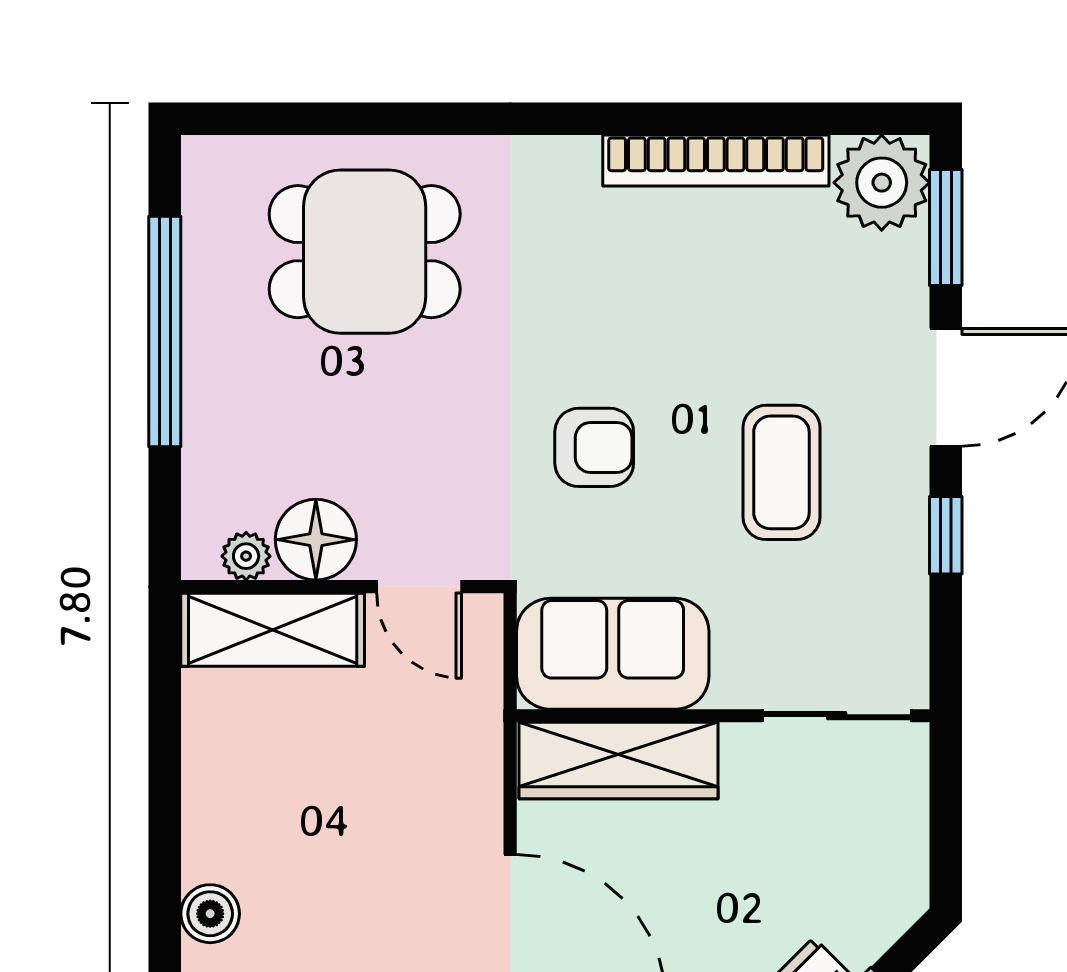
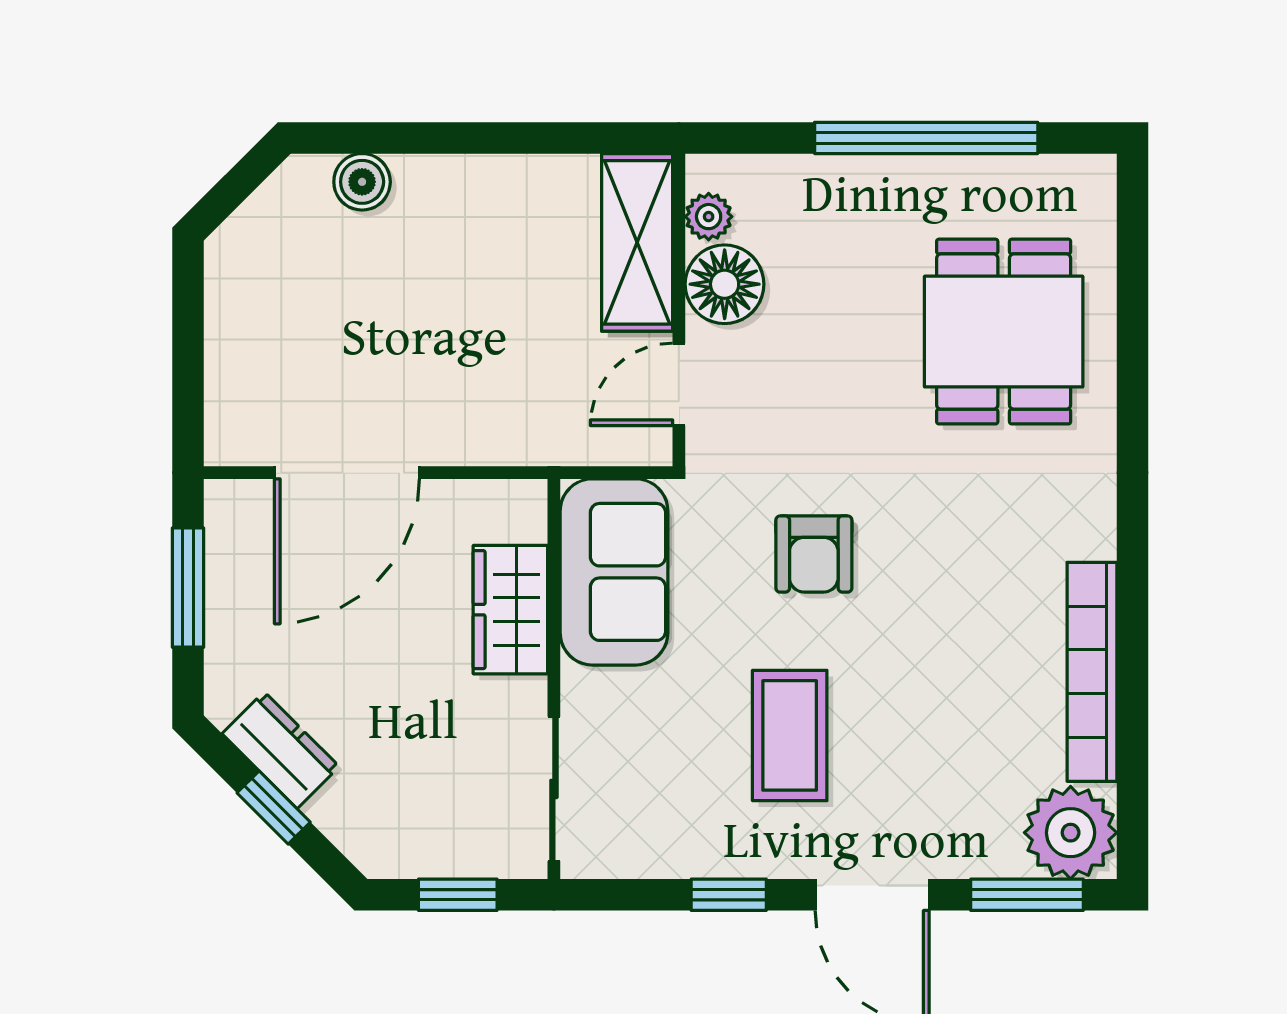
coffee table: (781, 472) -> (790, 735), turned 90
wardrobe: (618, 761) -> (510, 610), width x0.67
window: (946, 815) -> (458, 895), added

